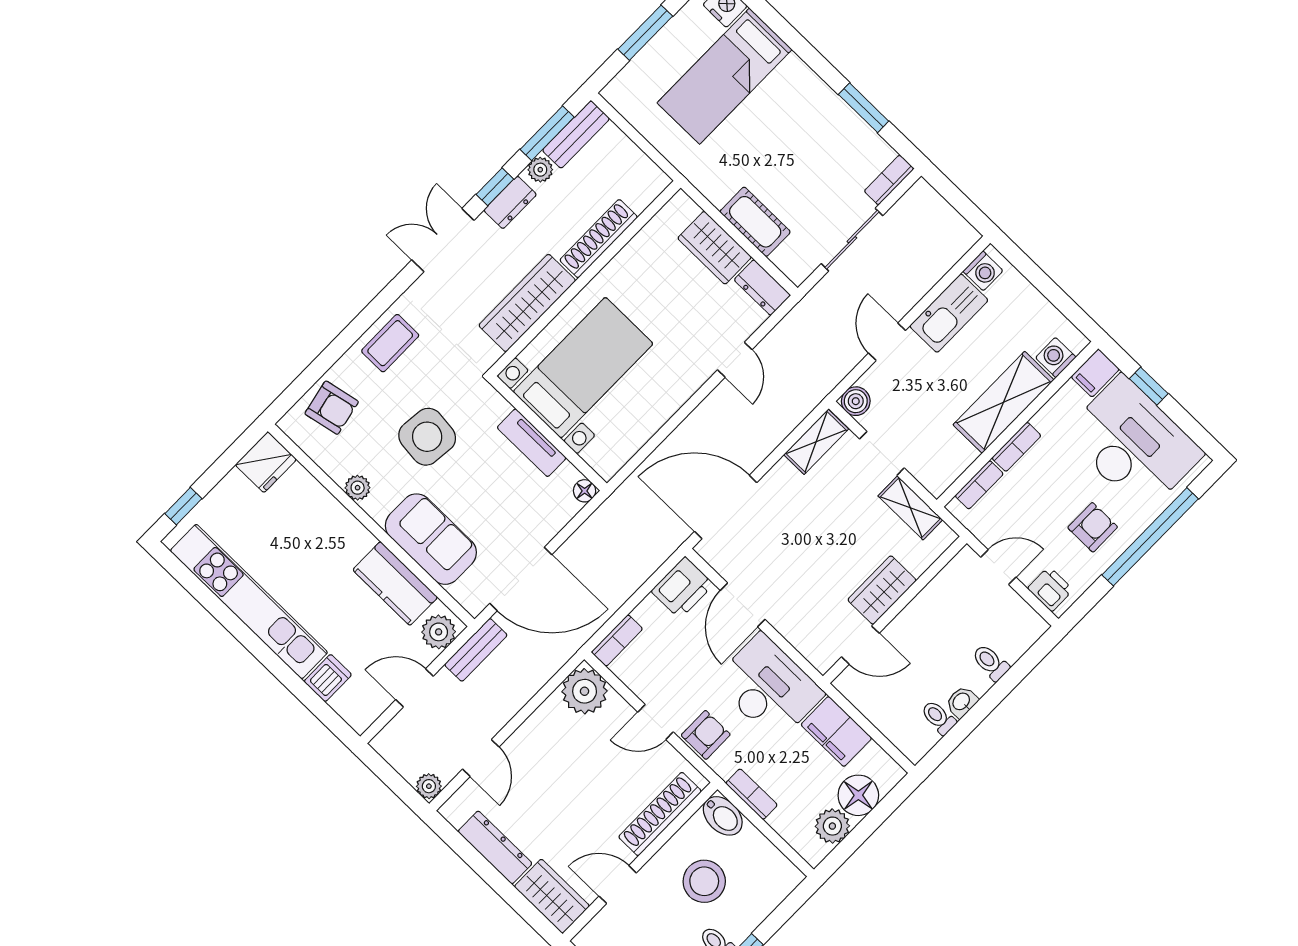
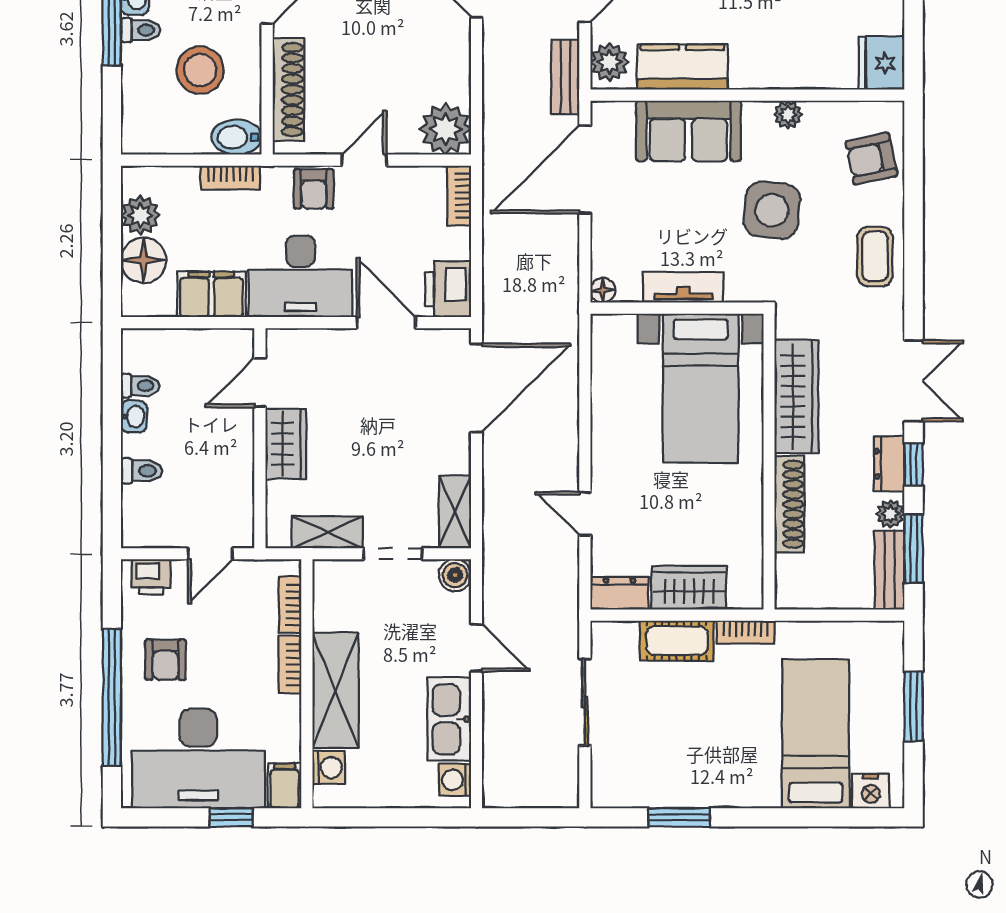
bookcase: (889, 180) -> (745, 632), moved, turned 90

